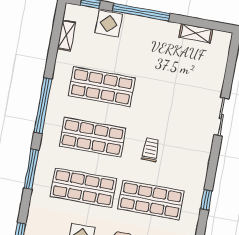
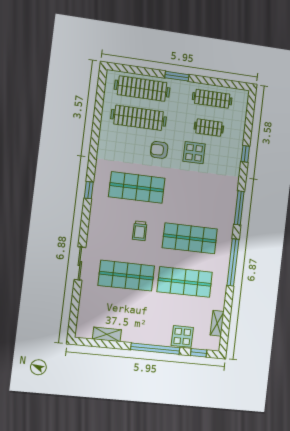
shop shelf: (83, 188) -> (126, 276), moved

